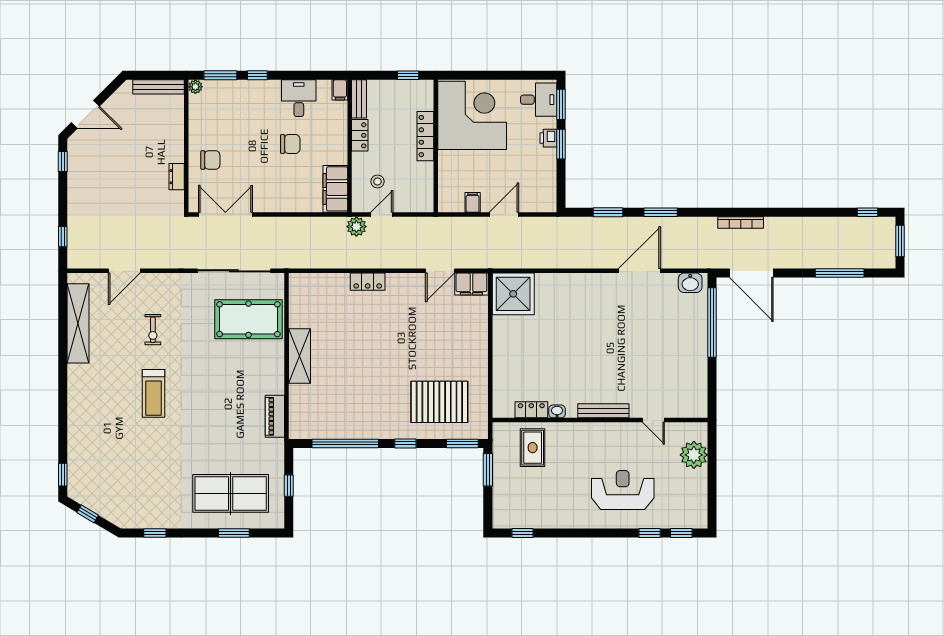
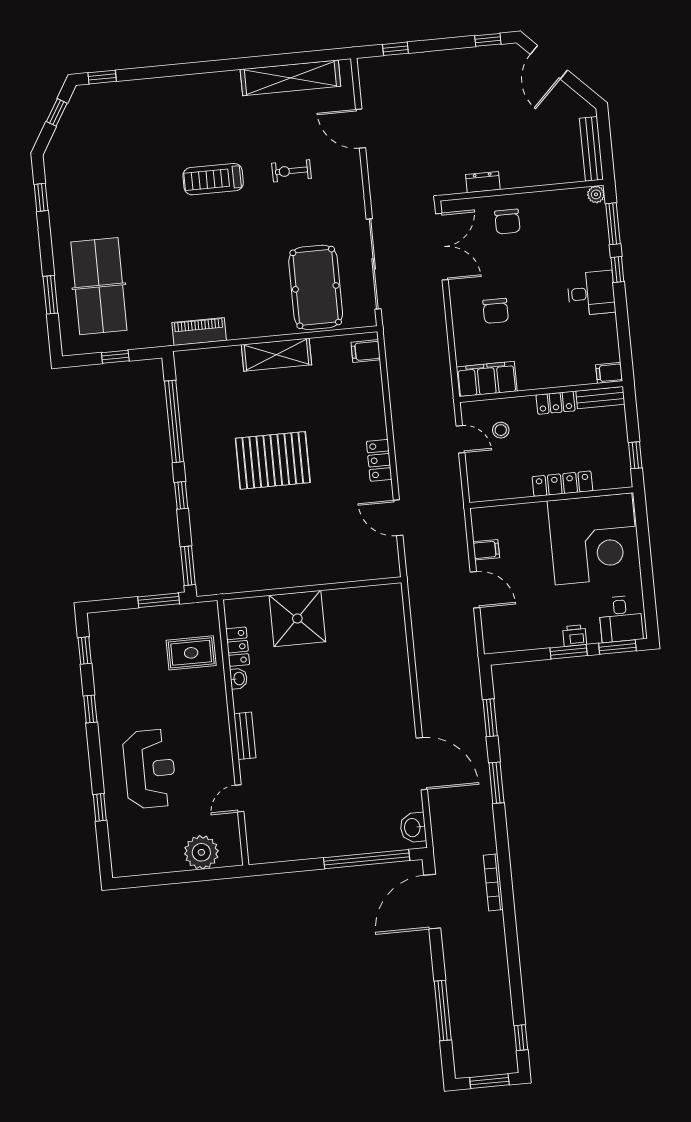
desk: (299, 98) -> (591, 293), moved
chair: (290, 144) -> (496, 311), moved
plant: (356, 227) -> (443, 410), removed
locker: (368, 282) -> (379, 460), moved
filing cabinet: (471, 284) -> (366, 351), moved, width x0.50
shower: (513, 294) -> (297, 619), moved
pallet: (439, 402) -> (273, 460), moved, turned 90
bench: (603, 411) -> (245, 736), width x0.73
window: (681, 533) -> (90, 709), moved

